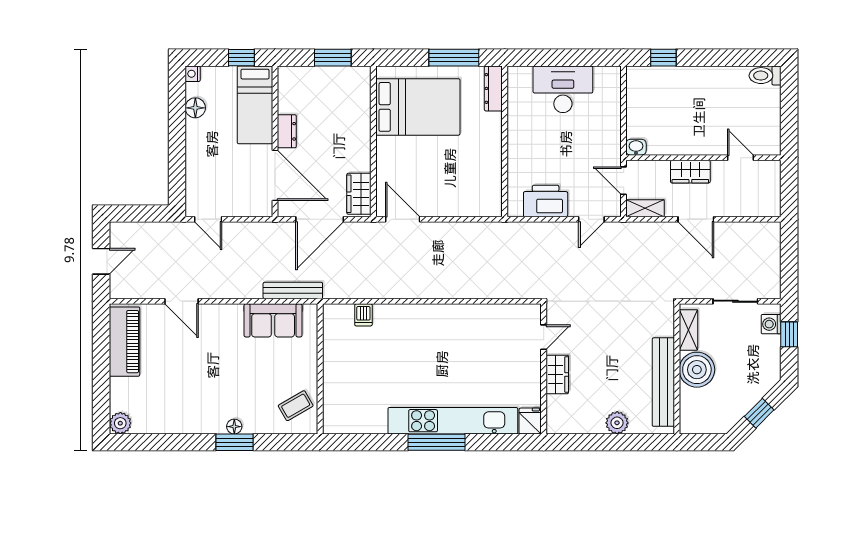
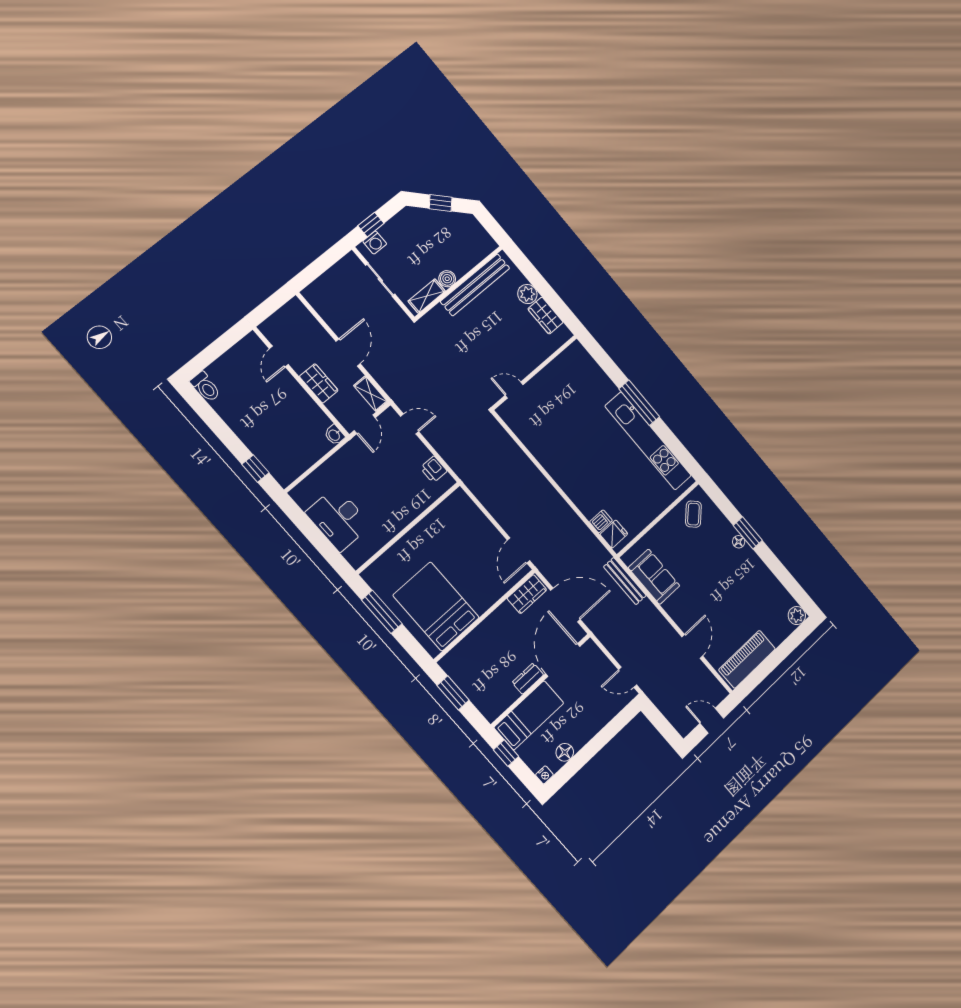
dresser: (493, 88) -> (379, 567), removed
printer: (546, 201) -> (434, 469), width x0.53, depth x0.68
door: (208, 219) -> (628, 677), swing flipped
boiler: (697, 370) -> (447, 279), width x0.54, depth x0.54
wardrobe: (557, 374) -> (545, 316), moved, turned -90
coffee table: (296, 406) -> (693, 514), turned 75
kitchen unit: (453, 421) -> (648, 441), moved
fridge: (530, 421) -> (614, 534), moved, turned 180

